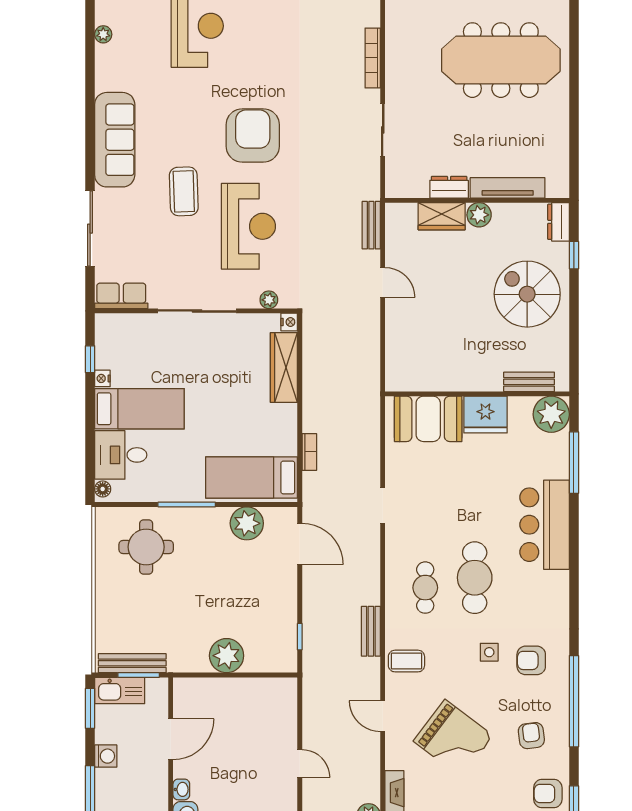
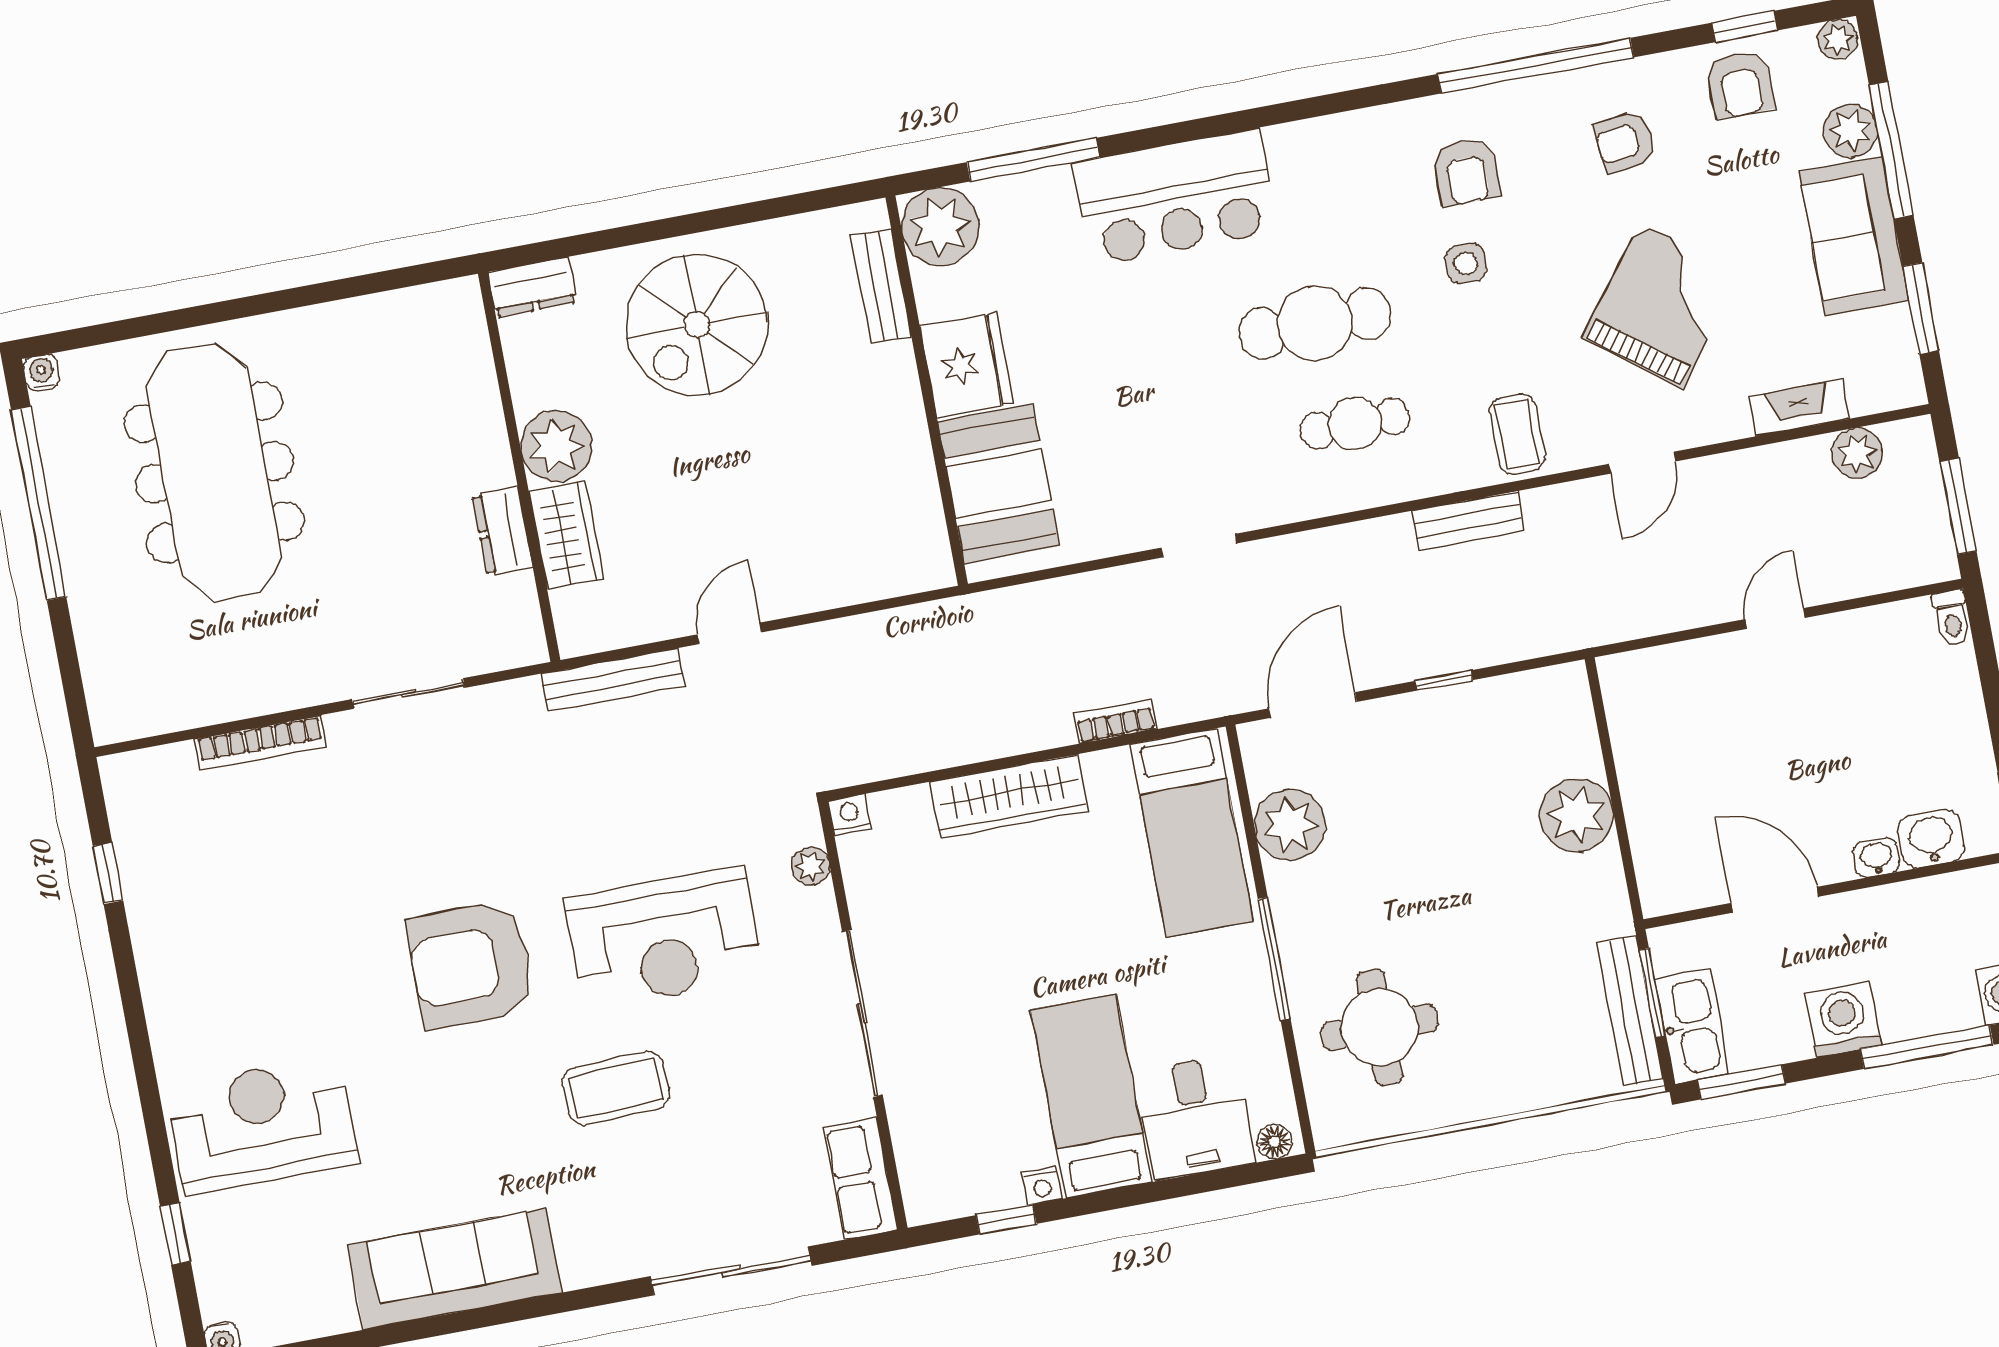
plant: (103, 34) -> (317, 1320), removed
sofa: (115, 140) -> (455, 1269), moved
tv unit: (508, 188) -> (481, 408), removed
plant: (479, 215) -> (556, 446), width x1.36, depth x1.36
bench: (371, 225) -> (613, 680), width x1.36
reception desk: (248, 226) -> (664, 938), turned 180
window: (574, 255) -> (596, 241), removed
wardrobe: (284, 368) -> (1009, 796), moved
window: (300, 637) -> (1444, 681), moved
washing machine: (106, 756) -> (1843, 1020), width x1.38, depth x1.38

